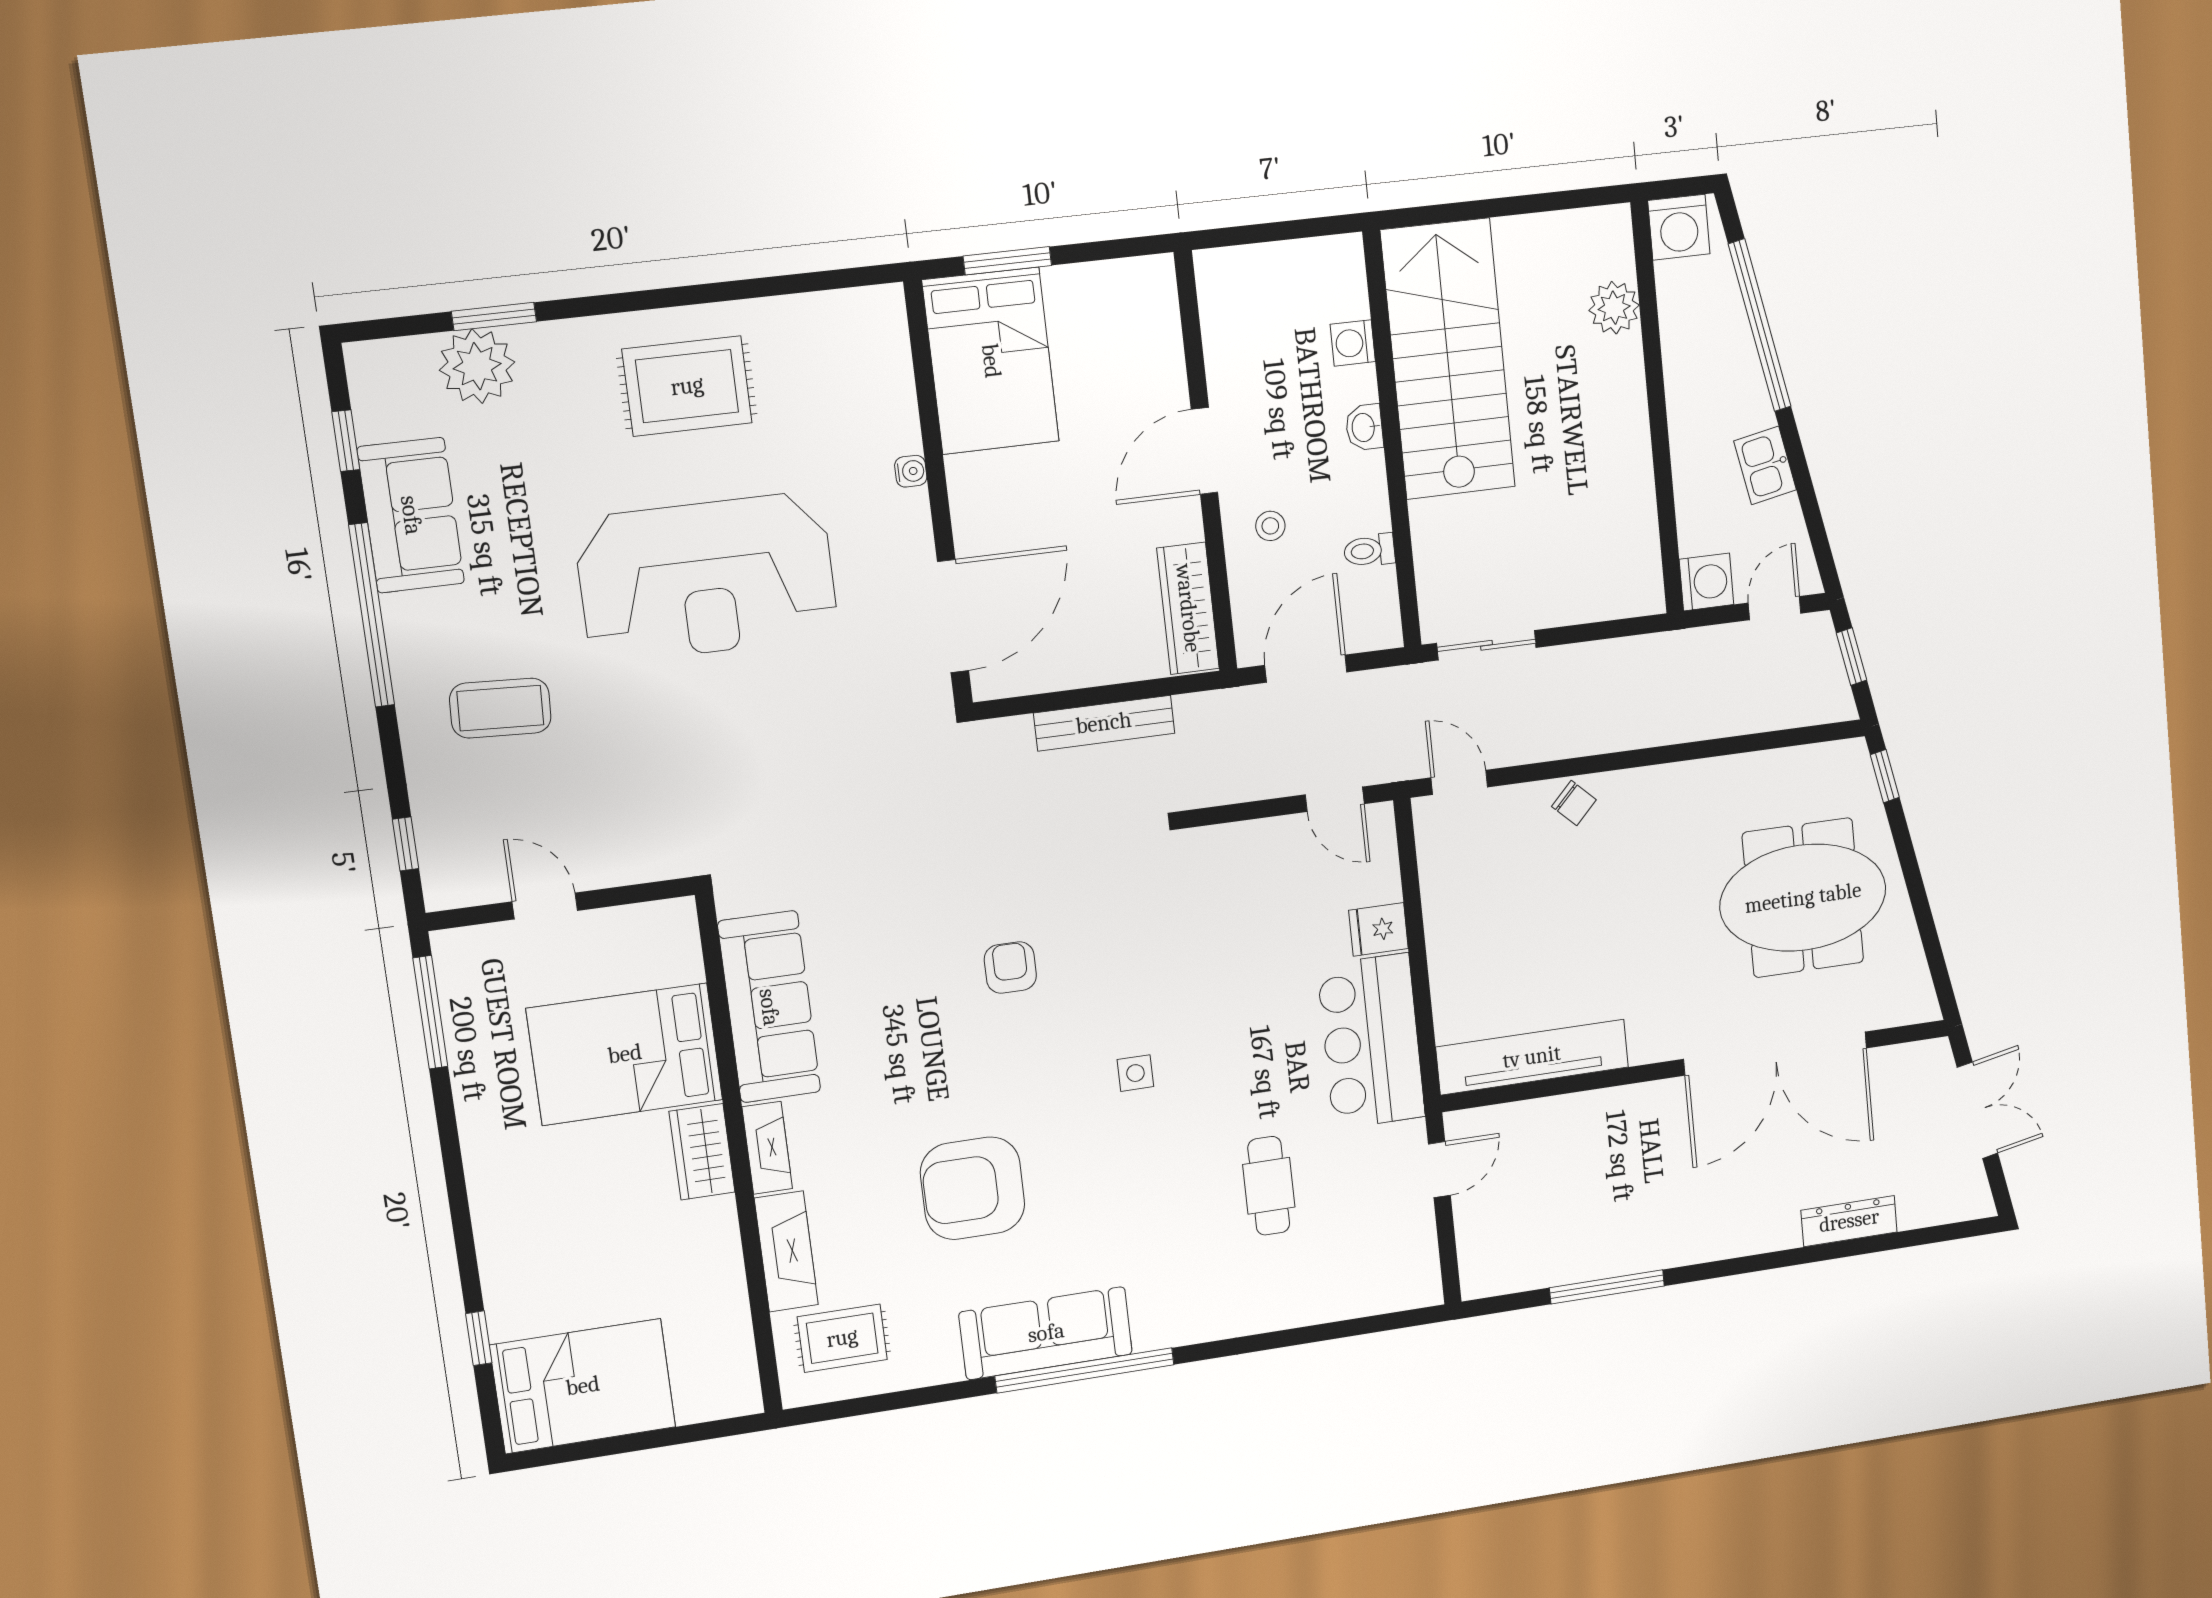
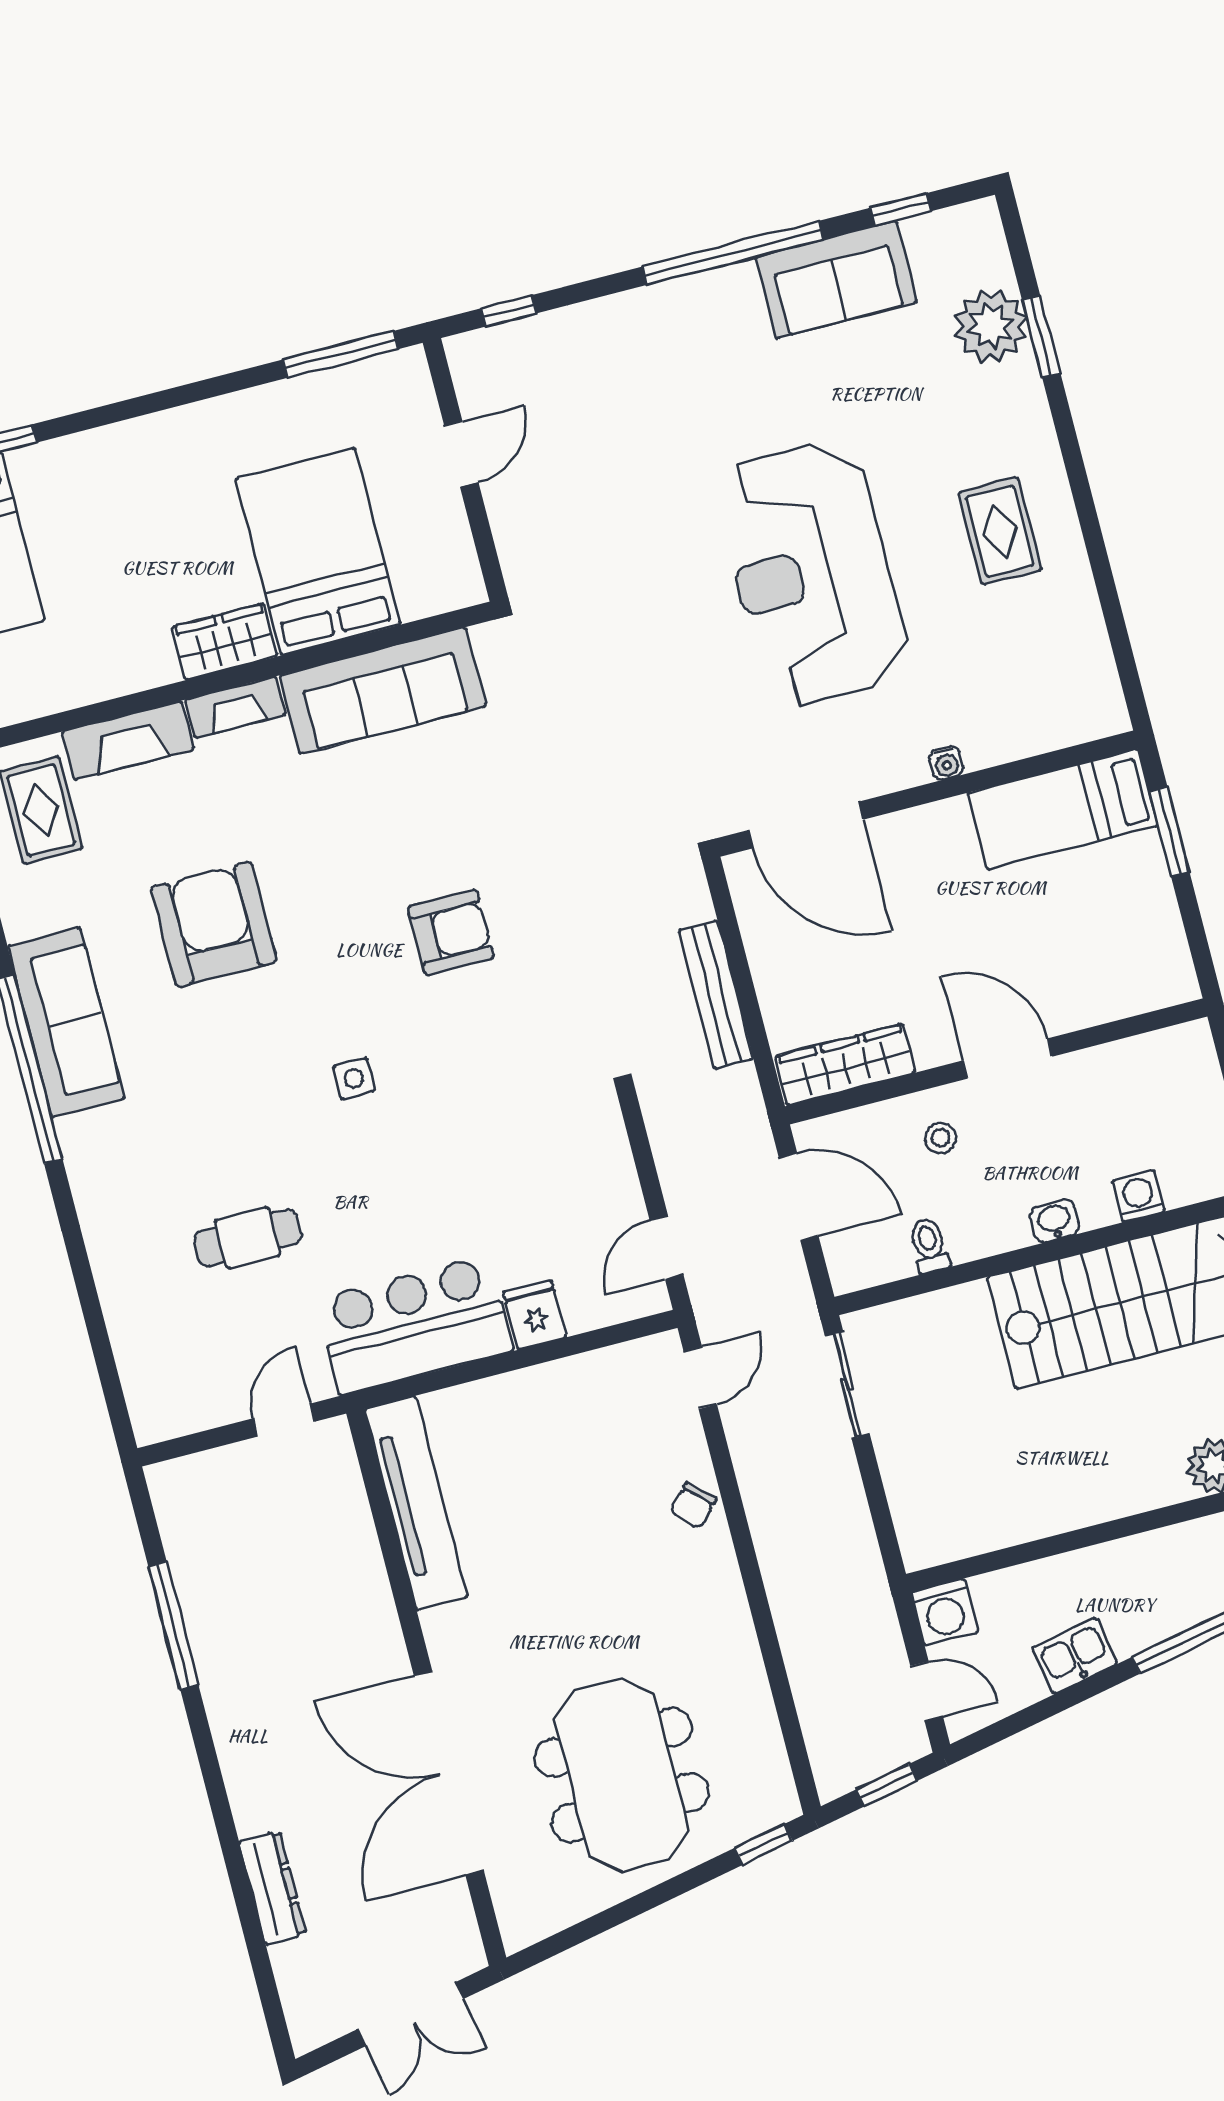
bed: (991, 361) -> (1063, 809), width x0.67
rug: (687, 386) -> (1000, 531), width x0.73, depth x0.70
coffee table: (500, 708) -> (656, 387), removed
armchair: (1010, 968) -> (451, 932), width x1.38, depth x1.38
door: (1439, 1170) -> (284, 1420), swing flipped

